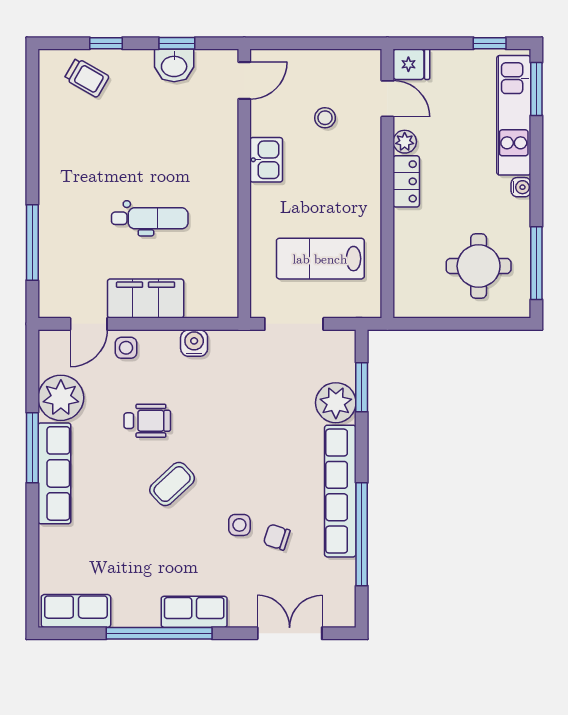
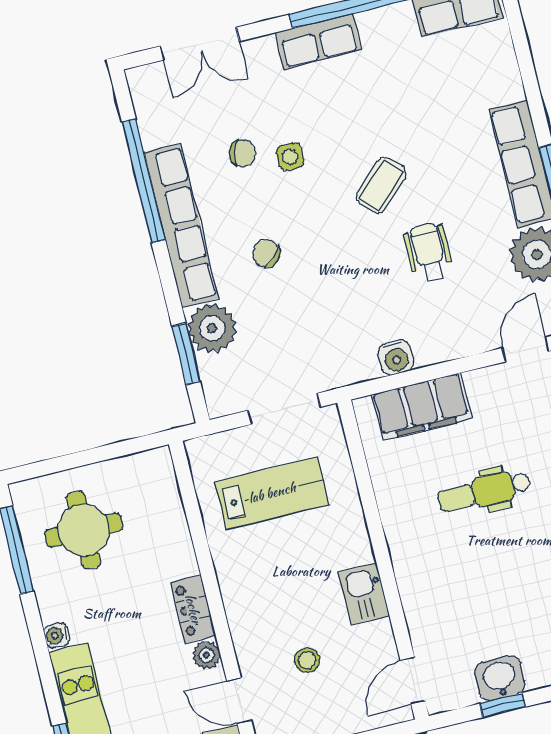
filing cabinet: (146, 298) -> (421, 407), moved
side table: (126, 348) -> (475, 332), removed
wheelchair: (147, 421) -> (429, 253), turned 90
chair: (278, 452) -> (266, 253), added

